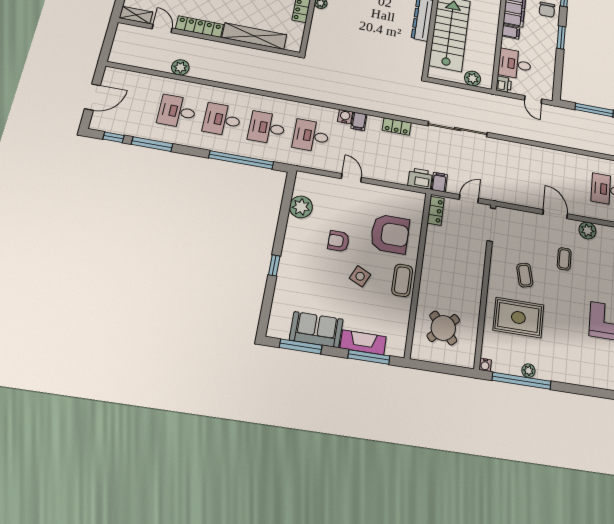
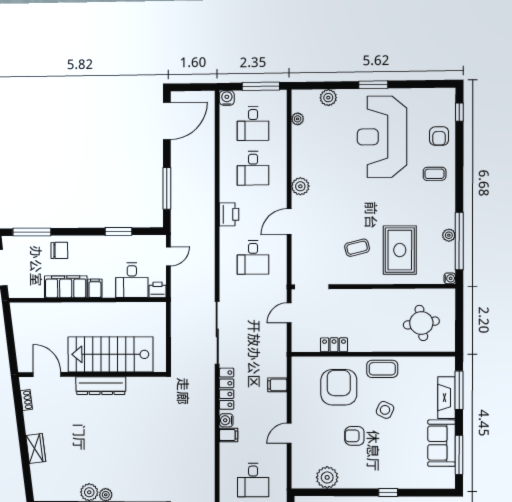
window: (561, 37) -> (118, 231), moved
plant: (472, 78) -> (158, 324), removed
water cooler: (345, 117) -> (226, 420), moved
locker: (397, 126) -> (227, 389), width x1.53
desk: (525, 175) -> (253, 257), added
printer: (420, 179) -> (229, 214), moved, turned 180
filing cabinet: (439, 182) -> (277, 385), moved
door: (469, 199) -> (289, 313), hinge flipped
locker: (436, 211) -> (334, 345), moved
armchair: (338, 241) -> (354, 436), turned 90
coffee table: (564, 259) -> (435, 174), moved
round table: (443, 328) -> (421, 323), turned 36

